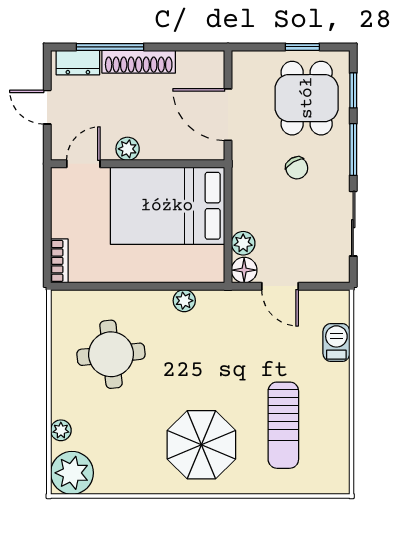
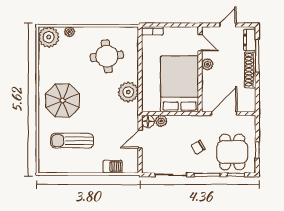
dining table: (307, 98) -> (232, 152), turned 90
plant: (184, 301) -> (128, 92), width x1.88, depth x1.88

